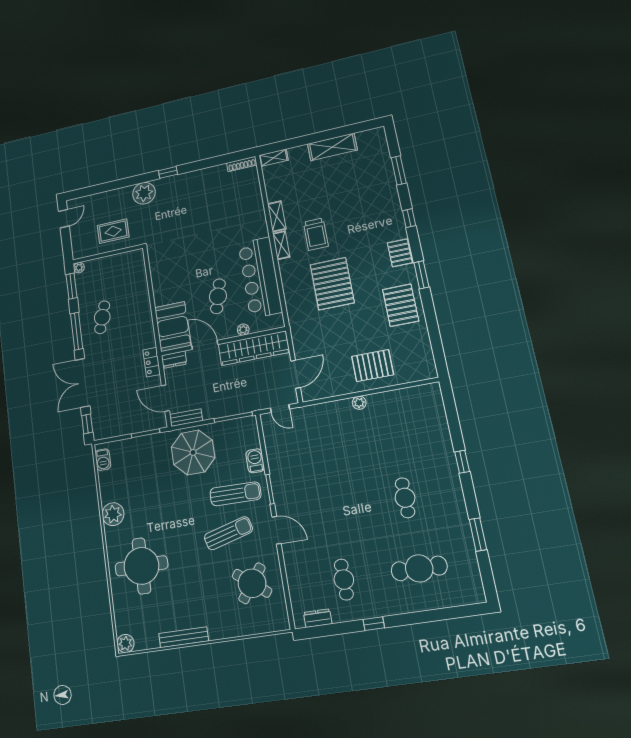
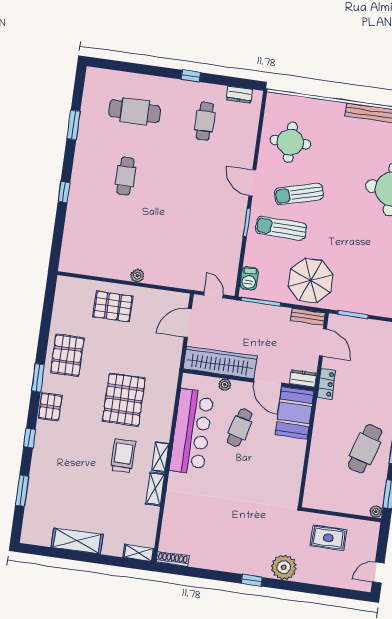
cafe table: (102, 317) -> (365, 449), width x1.37, depth x1.35
barbecue: (255, 461) -> (249, 278), moved
round table: (252, 583) -> (290, 142), turned -37

